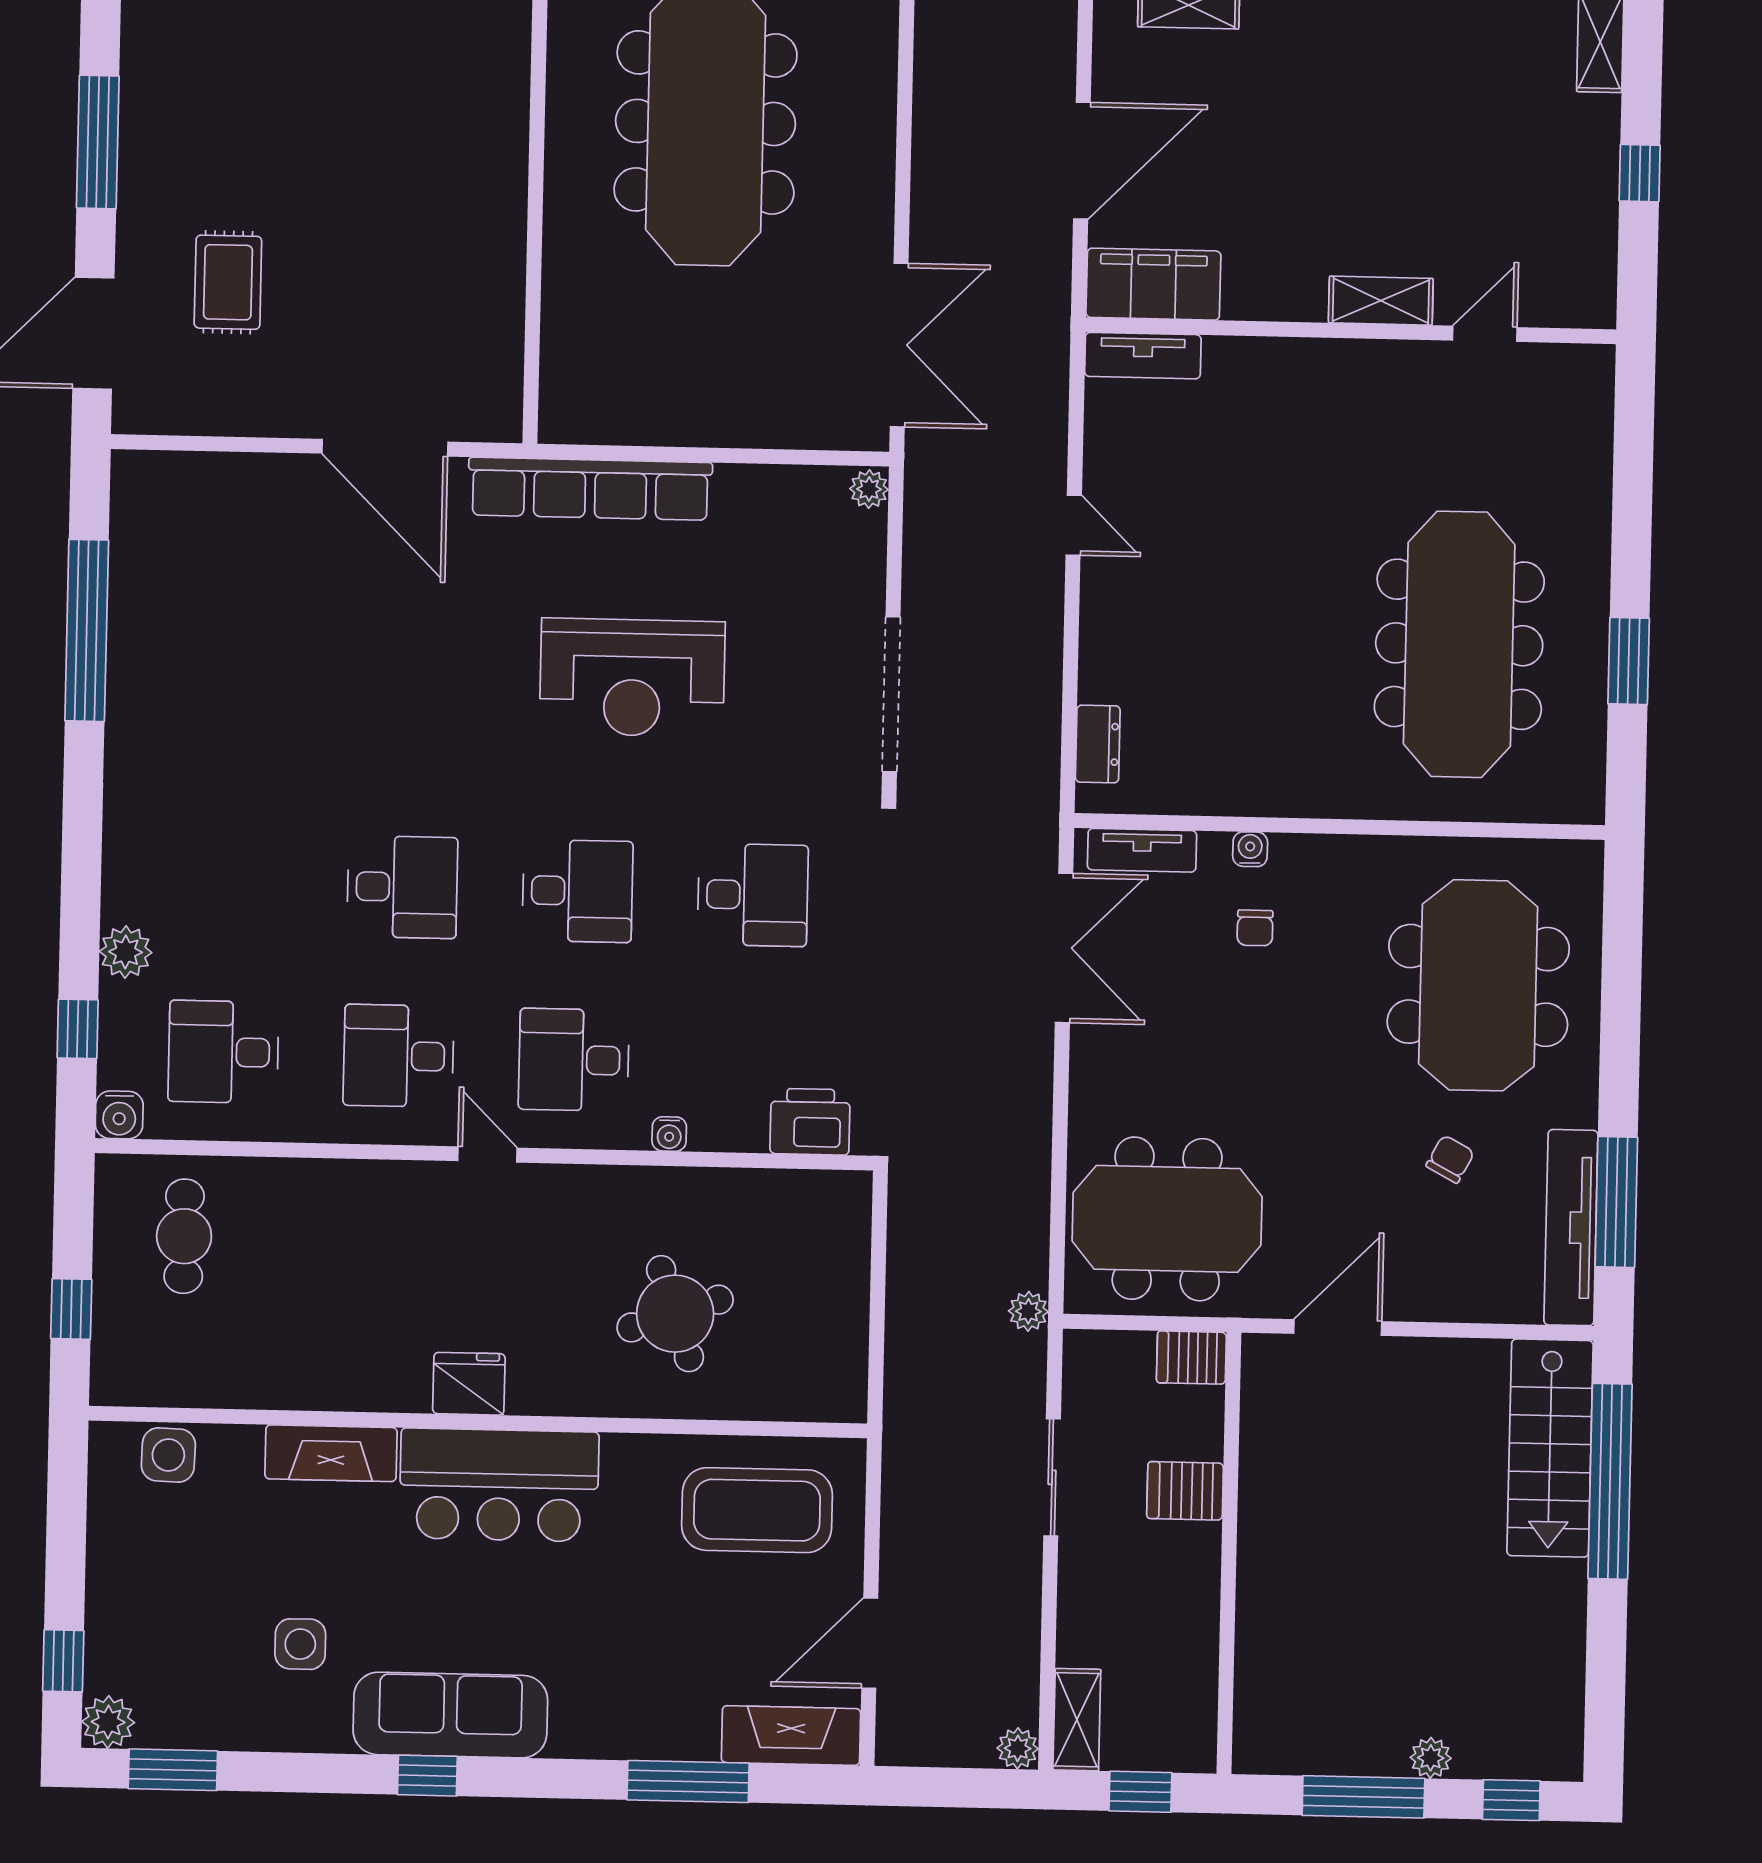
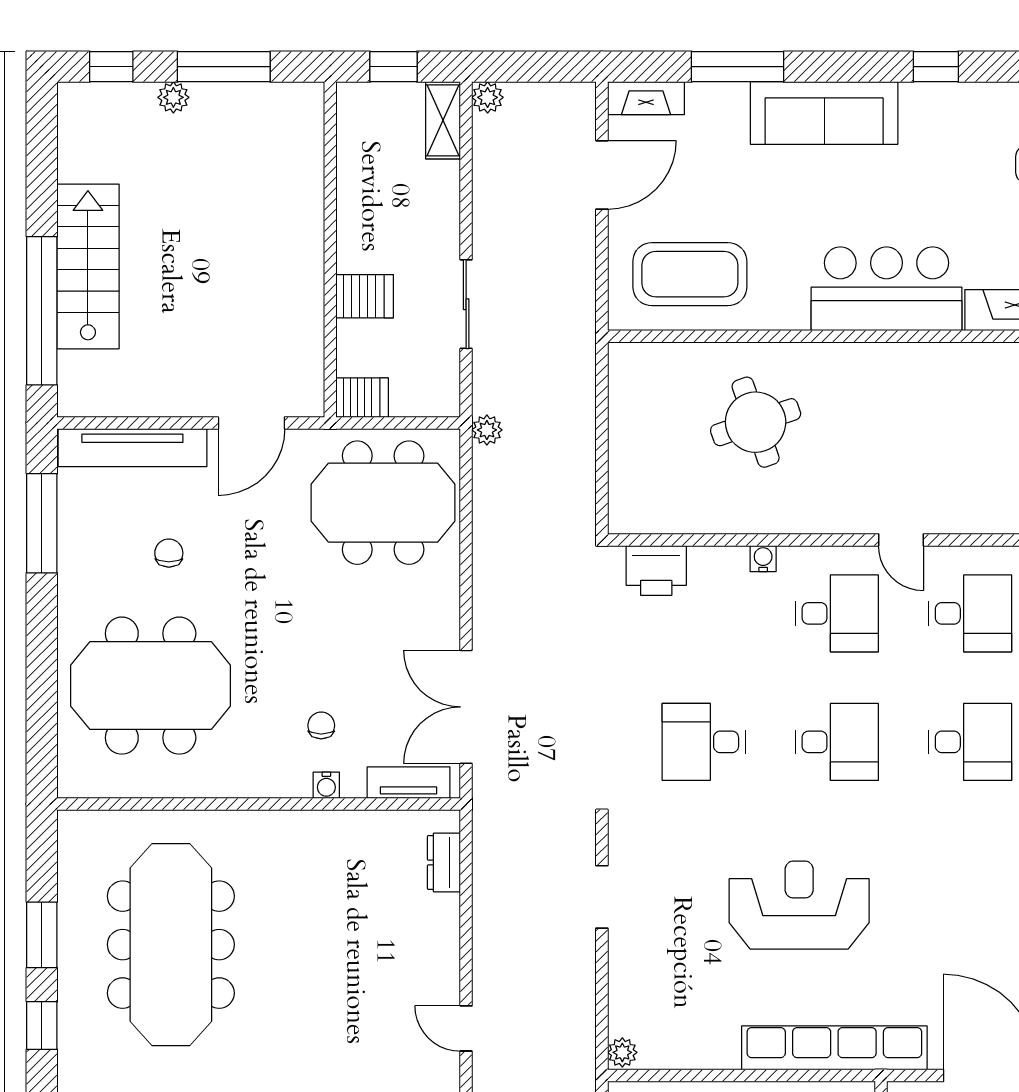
window: (1631, 542) -> (42, 1025), added
doorway: (891, 694) -> (602, 897), width x0.53
desk: (402, 887) -> (970, 742), turned 180
desk: (578, 891) -> (837, 742), turned 180
meeting table: (1478, 985) -> (151, 686), turned 90
chair: (1450, 1159) -> (169, 553), turned 152
tv unit: (1571, 1228) -> (132, 448), moved, turned 90
fridge: (469, 1384) -> (911, 365), removed
stairs: (1550, 1448) -> (88, 266), moved
sofa: (450, 1715) -> (824, 113), moved
fireplace: (791, 1736) -> (646, 98), width x0.73, depth x0.76

